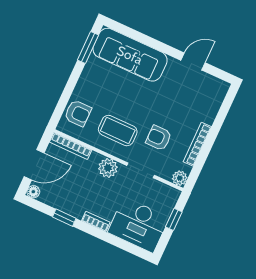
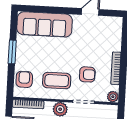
window: (88, 47) -> (12, 52), moved
armchair: (78, 113) -> (24, 79), turned -90
armchair: (159, 138) -> (87, 74), turned 180

